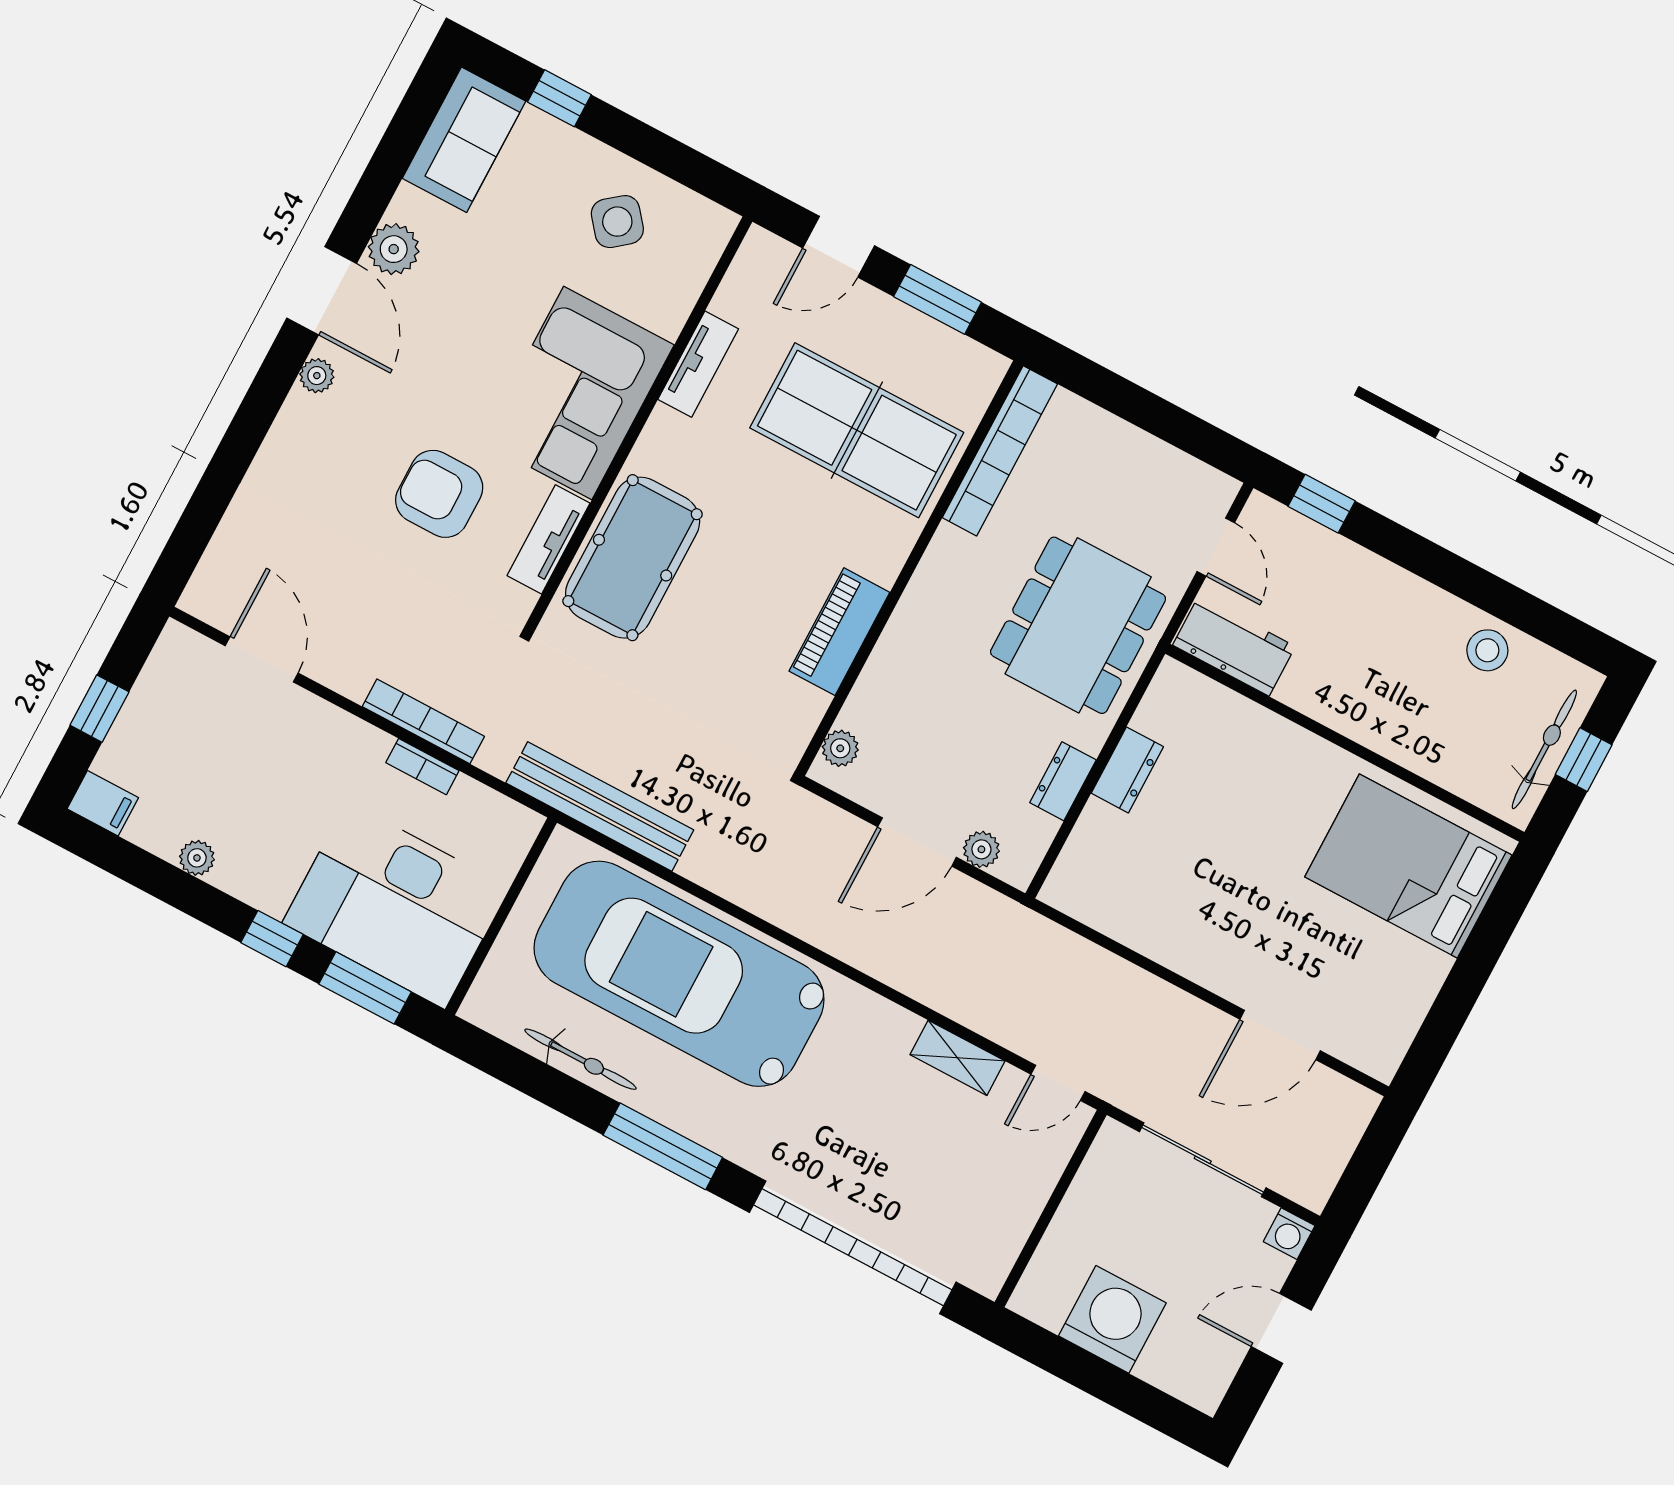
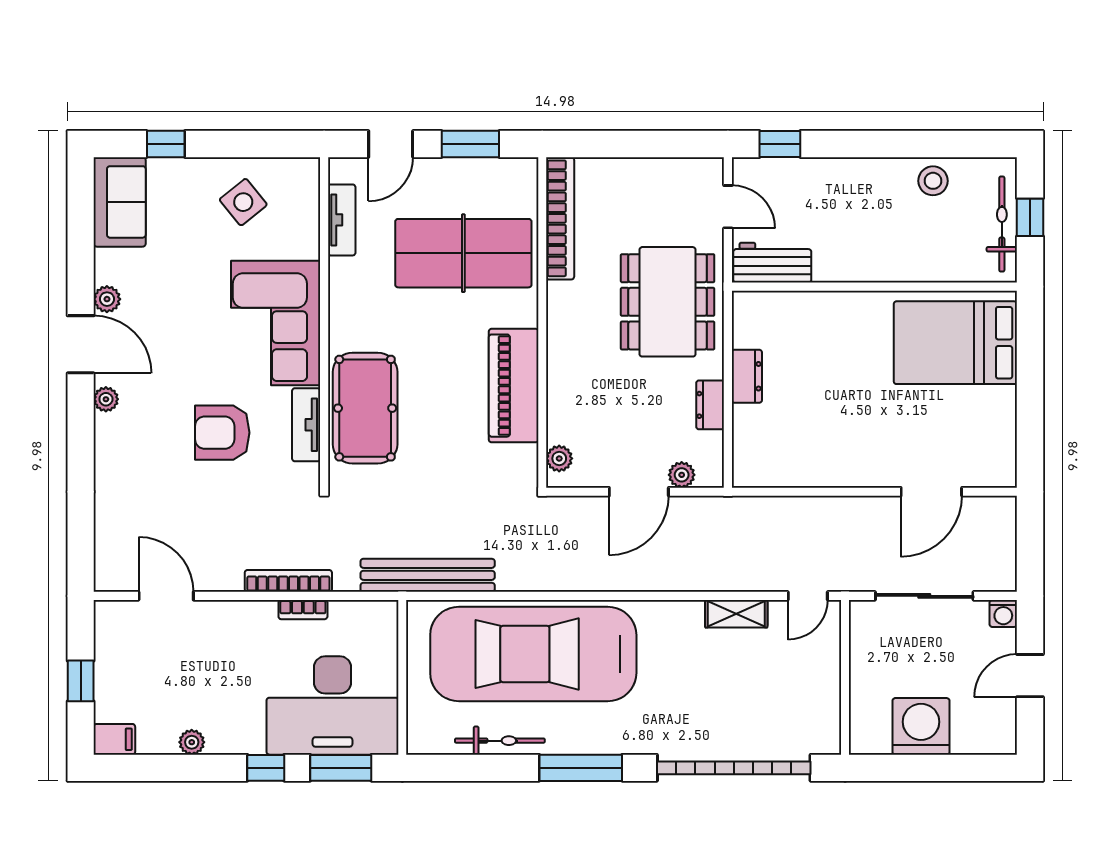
plant: (394, 249) -> (107, 299), width x0.73, depth x0.73
tv unit: (698, 364) -> (342, 220), moved
piano: (839, 632) -> (514, 386), width x1.37, depth x1.33

